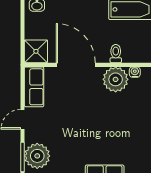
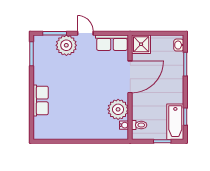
toilet: (116, 54) -> (139, 125), moved
plant: (37, 156) -> (66, 45), moved

